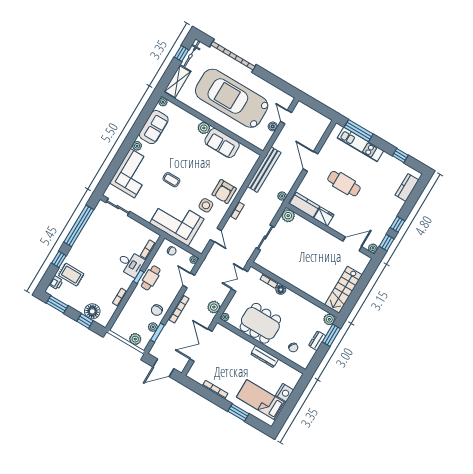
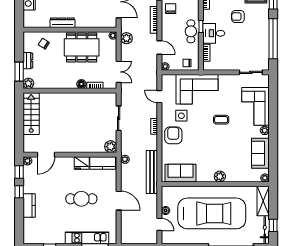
sofa: (222, 143) -> (181, 173), moved
kitchen counter: (407, 188) -> (29, 206), moved
armchair: (99, 266) -> (238, 17), added

